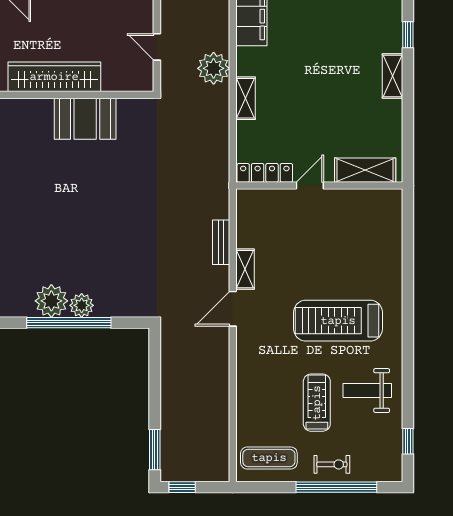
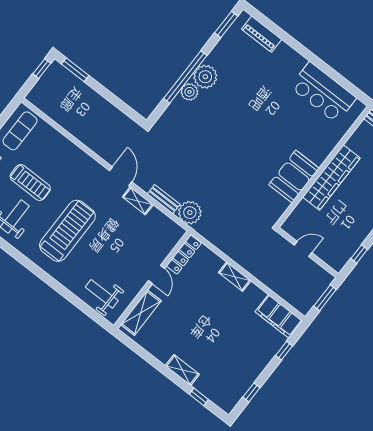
plant: (214, 68) -> (190, 213), moved
weight bench: (378, 229) -> (102, 294), added

